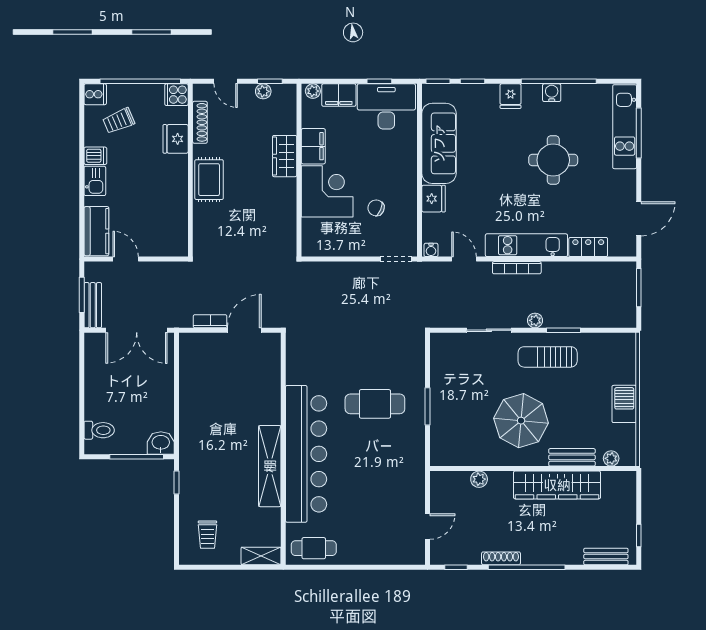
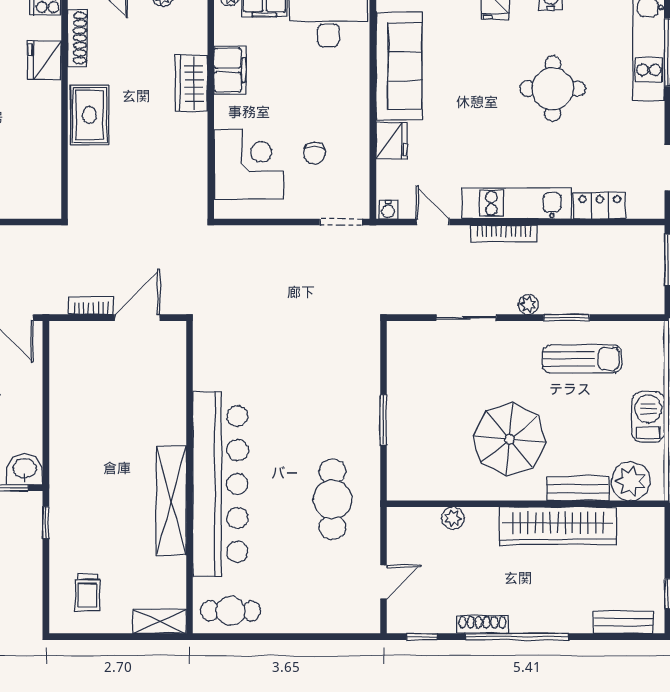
corner desk: (327, 191) -> (249, 164), moved
chair: (376, 208) -> (314, 153), turned -114
sun lounger: (548, 357) -> (582, 359), moved, turned 180
cafe table: (375, 404) -> (332, 499), moved, turned 90
plant: (611, 458) -> (631, 481), width x1.87, depth x1.87

